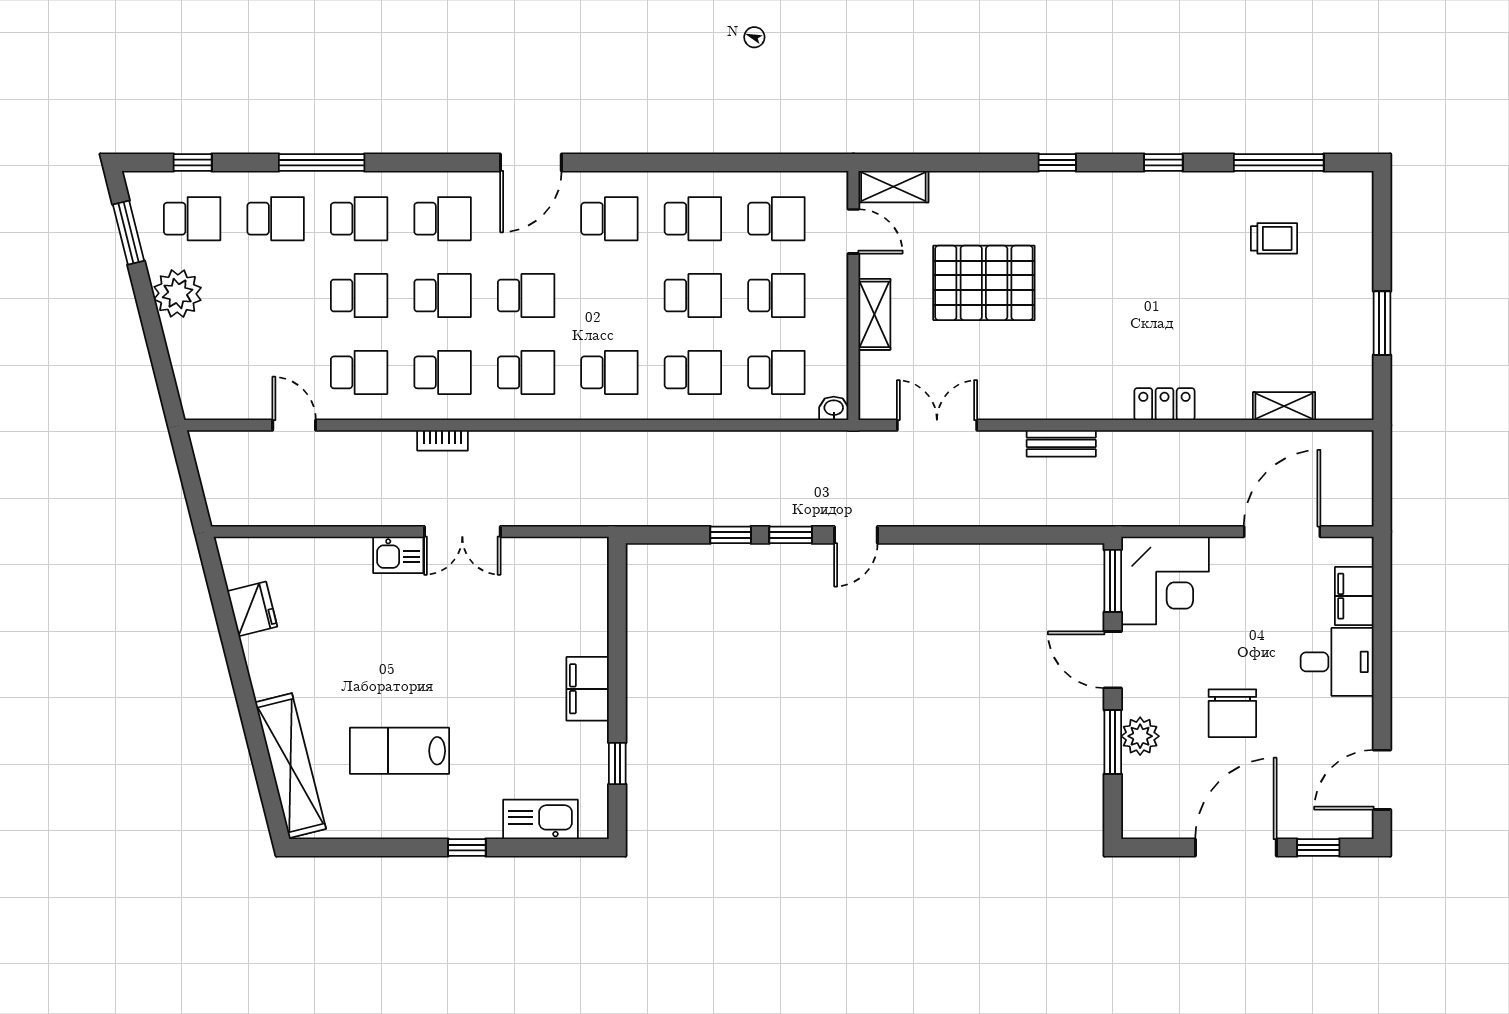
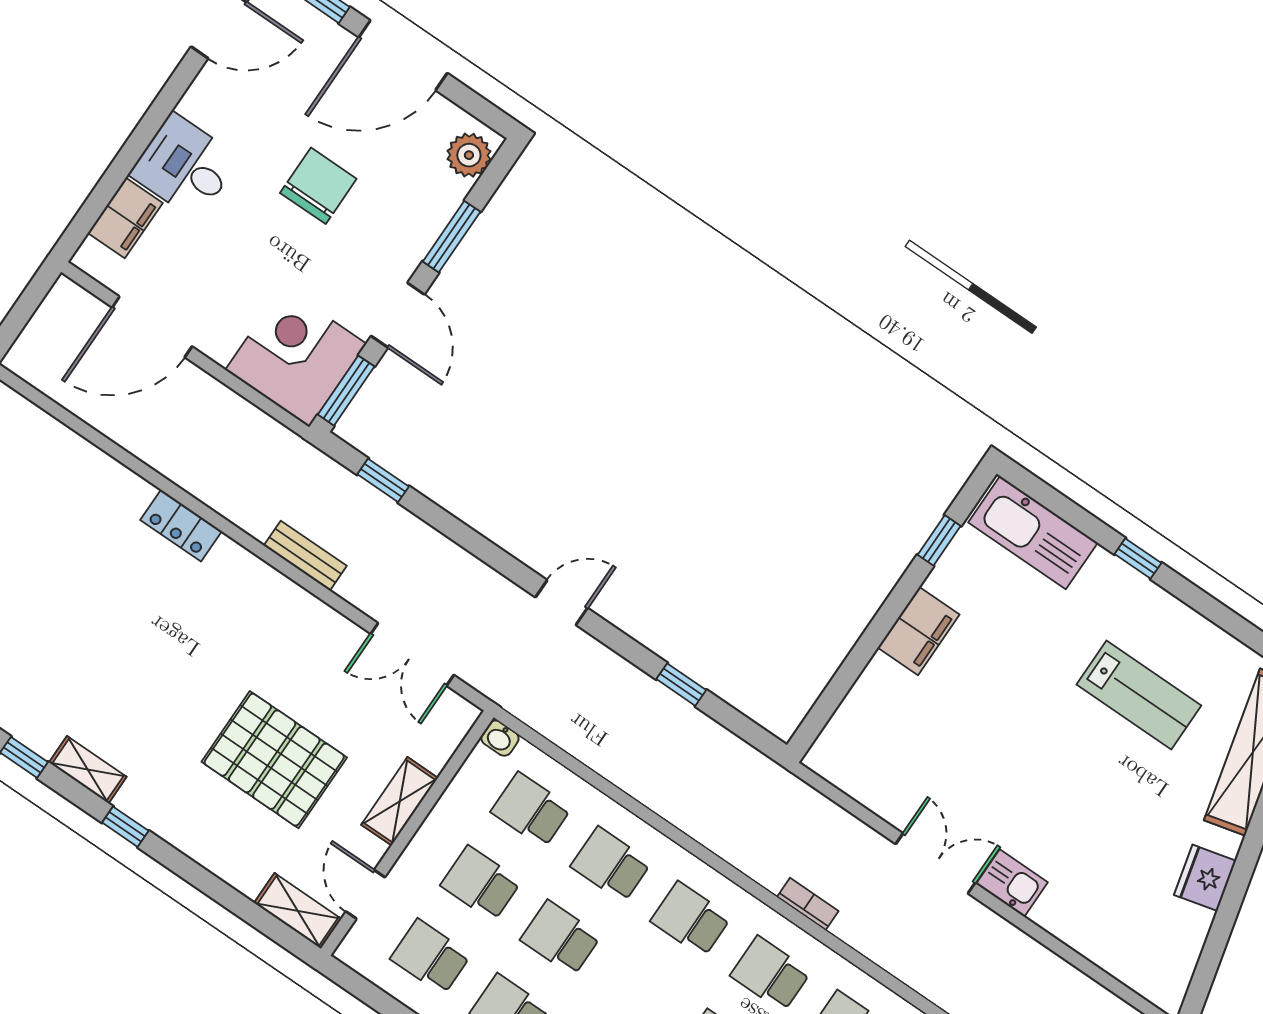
shelving: (1284, 406) -> (88, 770), moved
bookcase: (442, 440) -> (808, 904), moved
window: (791, 535) -> (383, 480), moved
fridge: (252, 609) -> (1205, 878), moved
plant: (1140, 736) -> (469, 155), moved
kitchen sink: (541, 819) -> (1033, 533), width x1.36, depth x1.24

